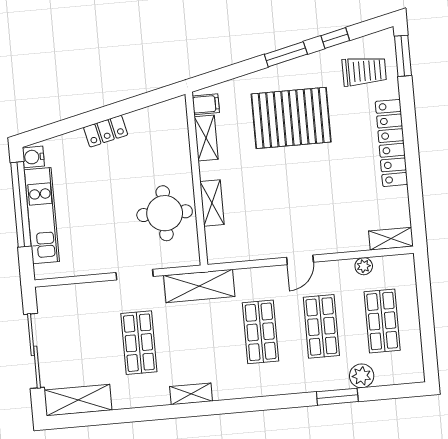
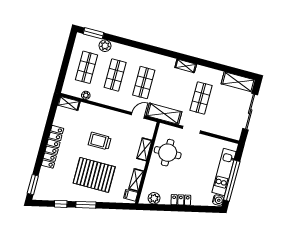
trolley: (364, 71) -> (100, 141), moved
plant: (159, 115) -> (154, 198), added
door: (300, 260) -> (138, 115), moved
window: (337, 397) -> (94, 33), moved

